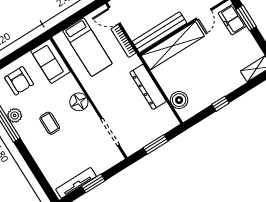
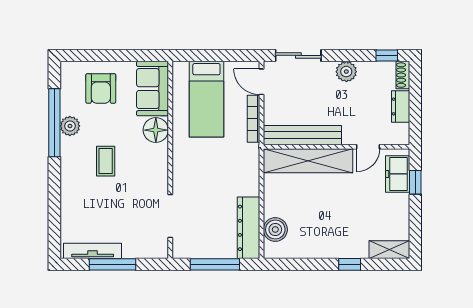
window: (246, 18) -> (415, 182), width x0.67
dresser: (148, 87) -> (248, 228), moved
floor lamp: (79, 102) -> (156, 130), moved
window: (221, 104) -> (350, 264), moved
window: (156, 144) -> (215, 264), width x1.44
window: (93, 183) -> (113, 264), width x1.44

